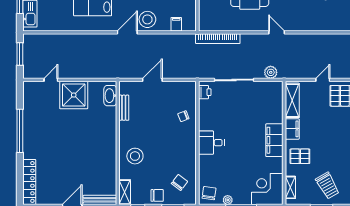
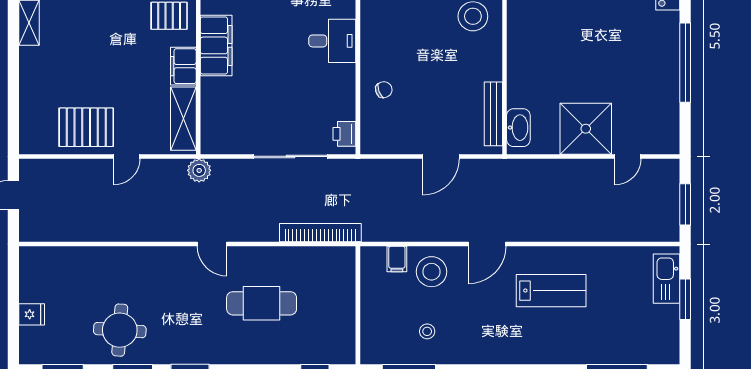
stool: (147, 19) -> (431, 272), moved
plant: (271, 72) -> (199, 170), moved
bench: (124, 108) -> (493, 114), width x1.36

